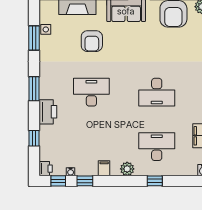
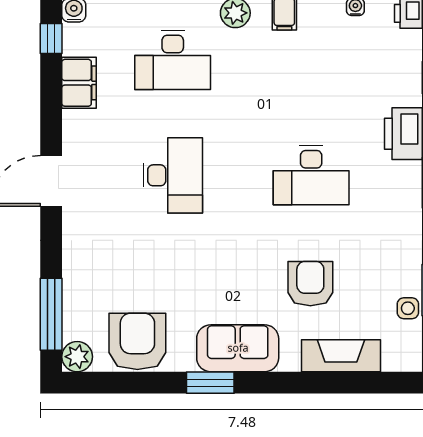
desk: (157, 92) -> (173, 175), turned 90

